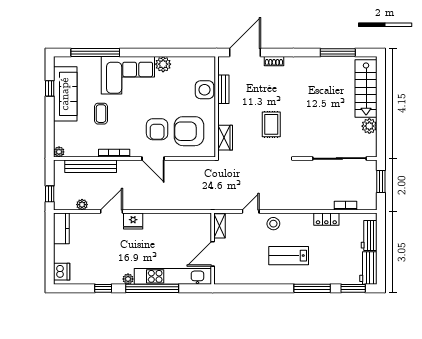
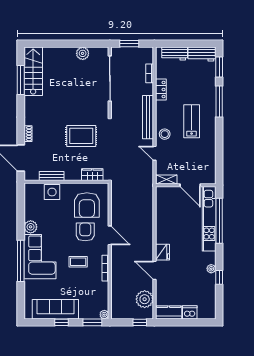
window: (95, 52) -> (21, 261), moved
window: (50, 88) -> (62, 322), moved
stairs: (366, 89) -> (33, 71), moved, turned -90
coffee table: (101, 114) -> (78, 262), moved
rug: (271, 124) -> (81, 136), width x1.36, depth x1.43
armchair: (157, 129) -> (85, 232), turned -90
window: (50, 138) -> (92, 322), added
door: (153, 158) -> (110, 235), hinge flipped
bench: (91, 166) -> (148, 117), moved
plant: (82, 205) -> (145, 299), width x1.88, depth x1.88
lab bench: (289, 256) -> (192, 121), turned 180
dishwasher: (62, 272) -> (190, 312), moved
plant: (128, 279) -> (211, 269), moved
window: (152, 288) -> (219, 221), moved

